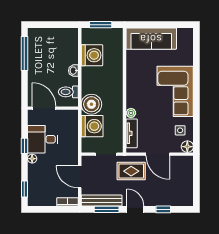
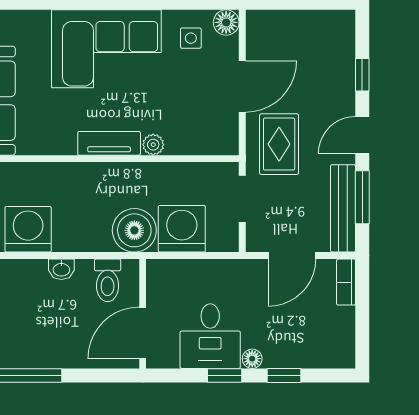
tv unit: (132, 133) -> (109, 143), moved
window: (24, 189) -> (284, 375), moved

